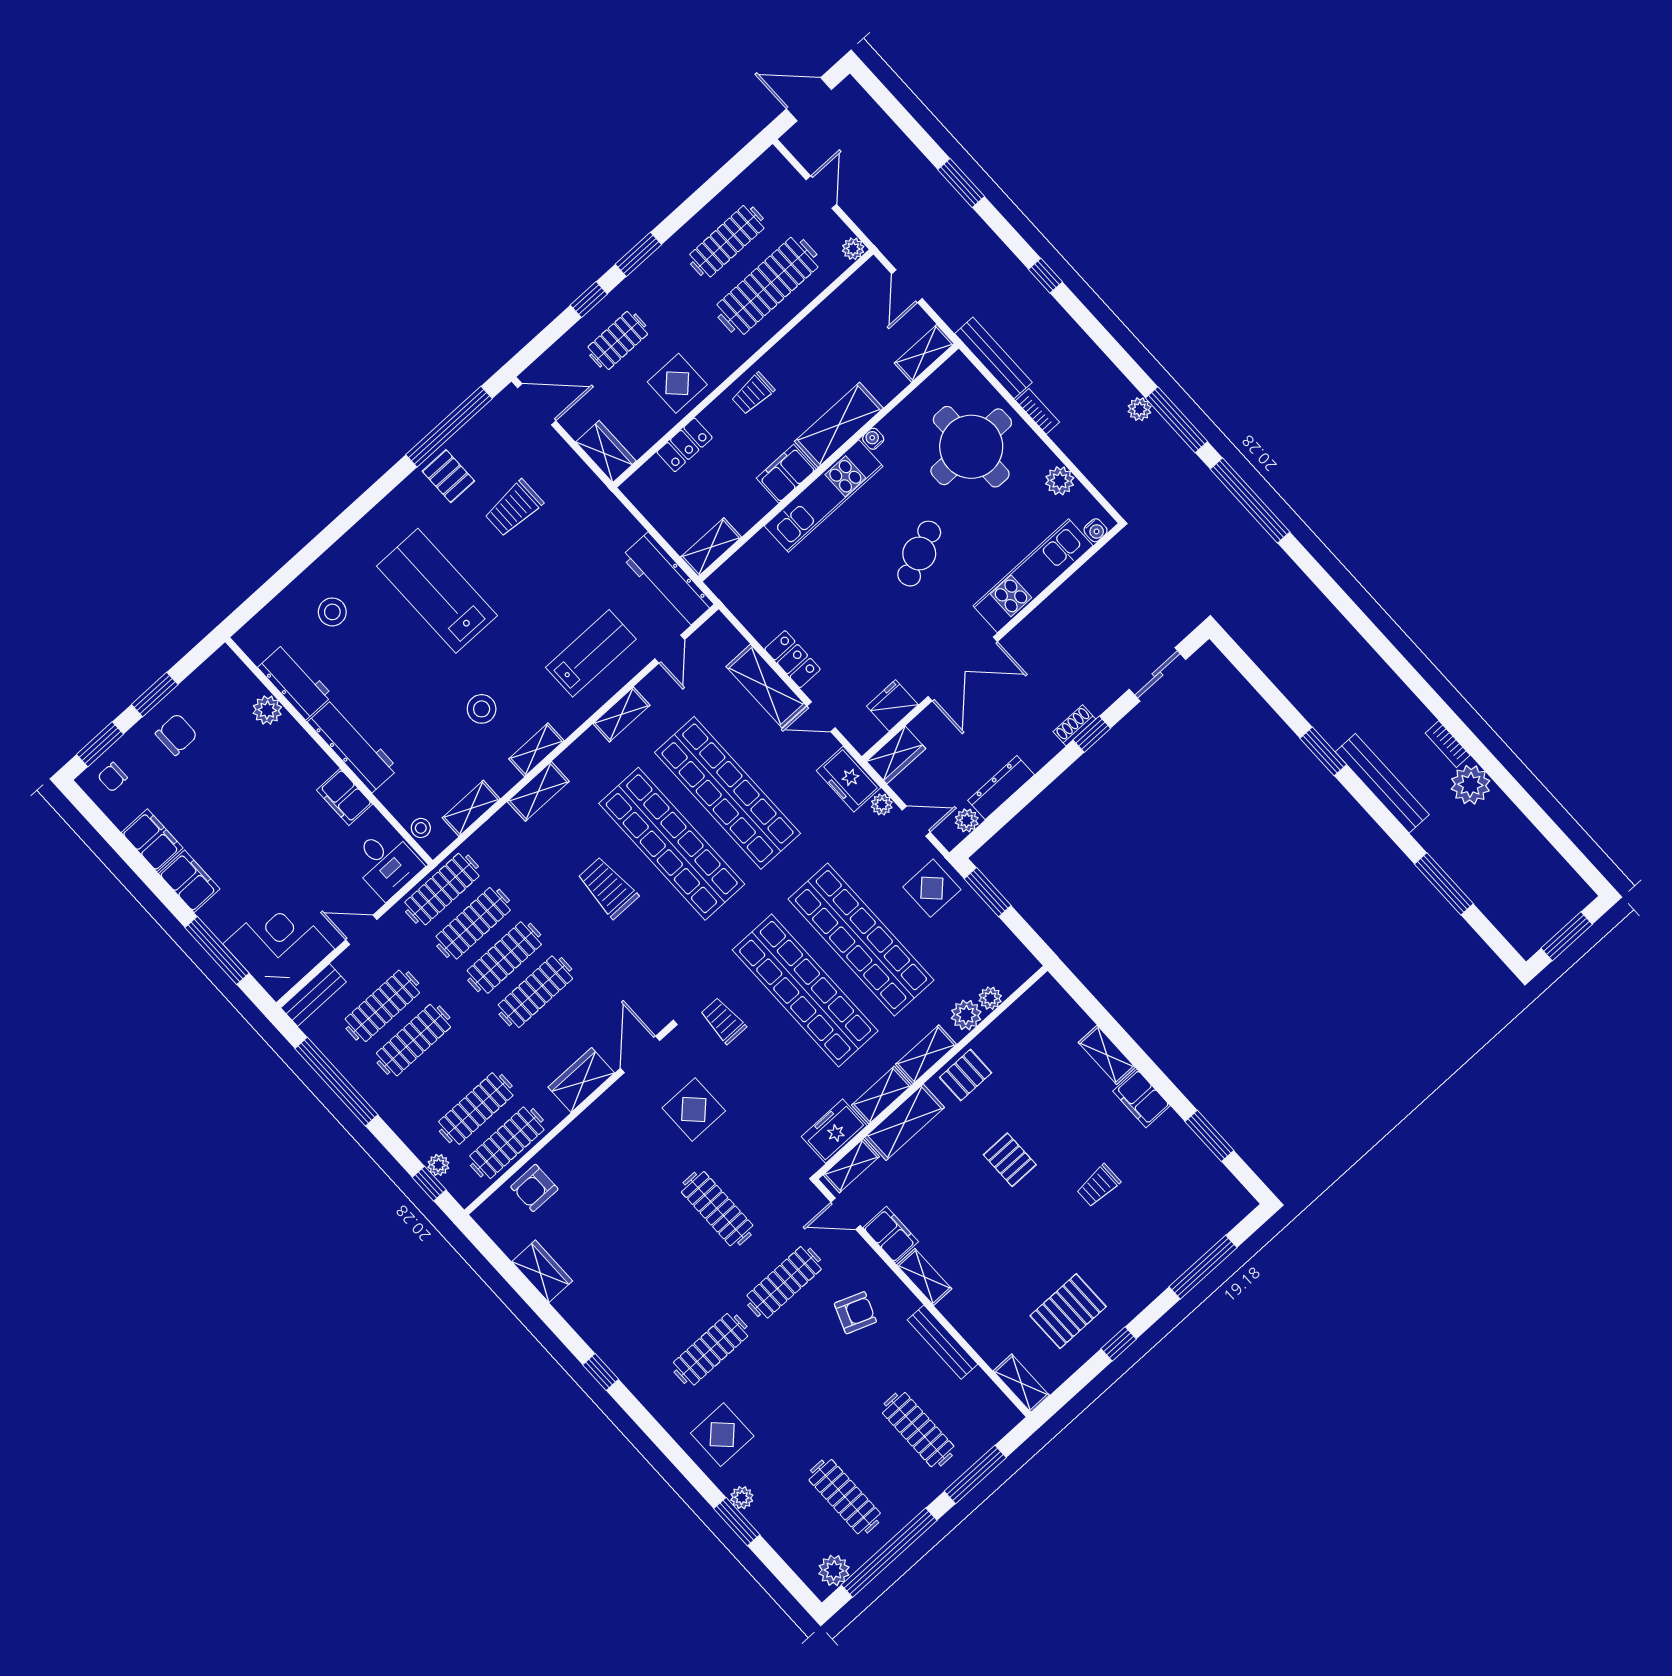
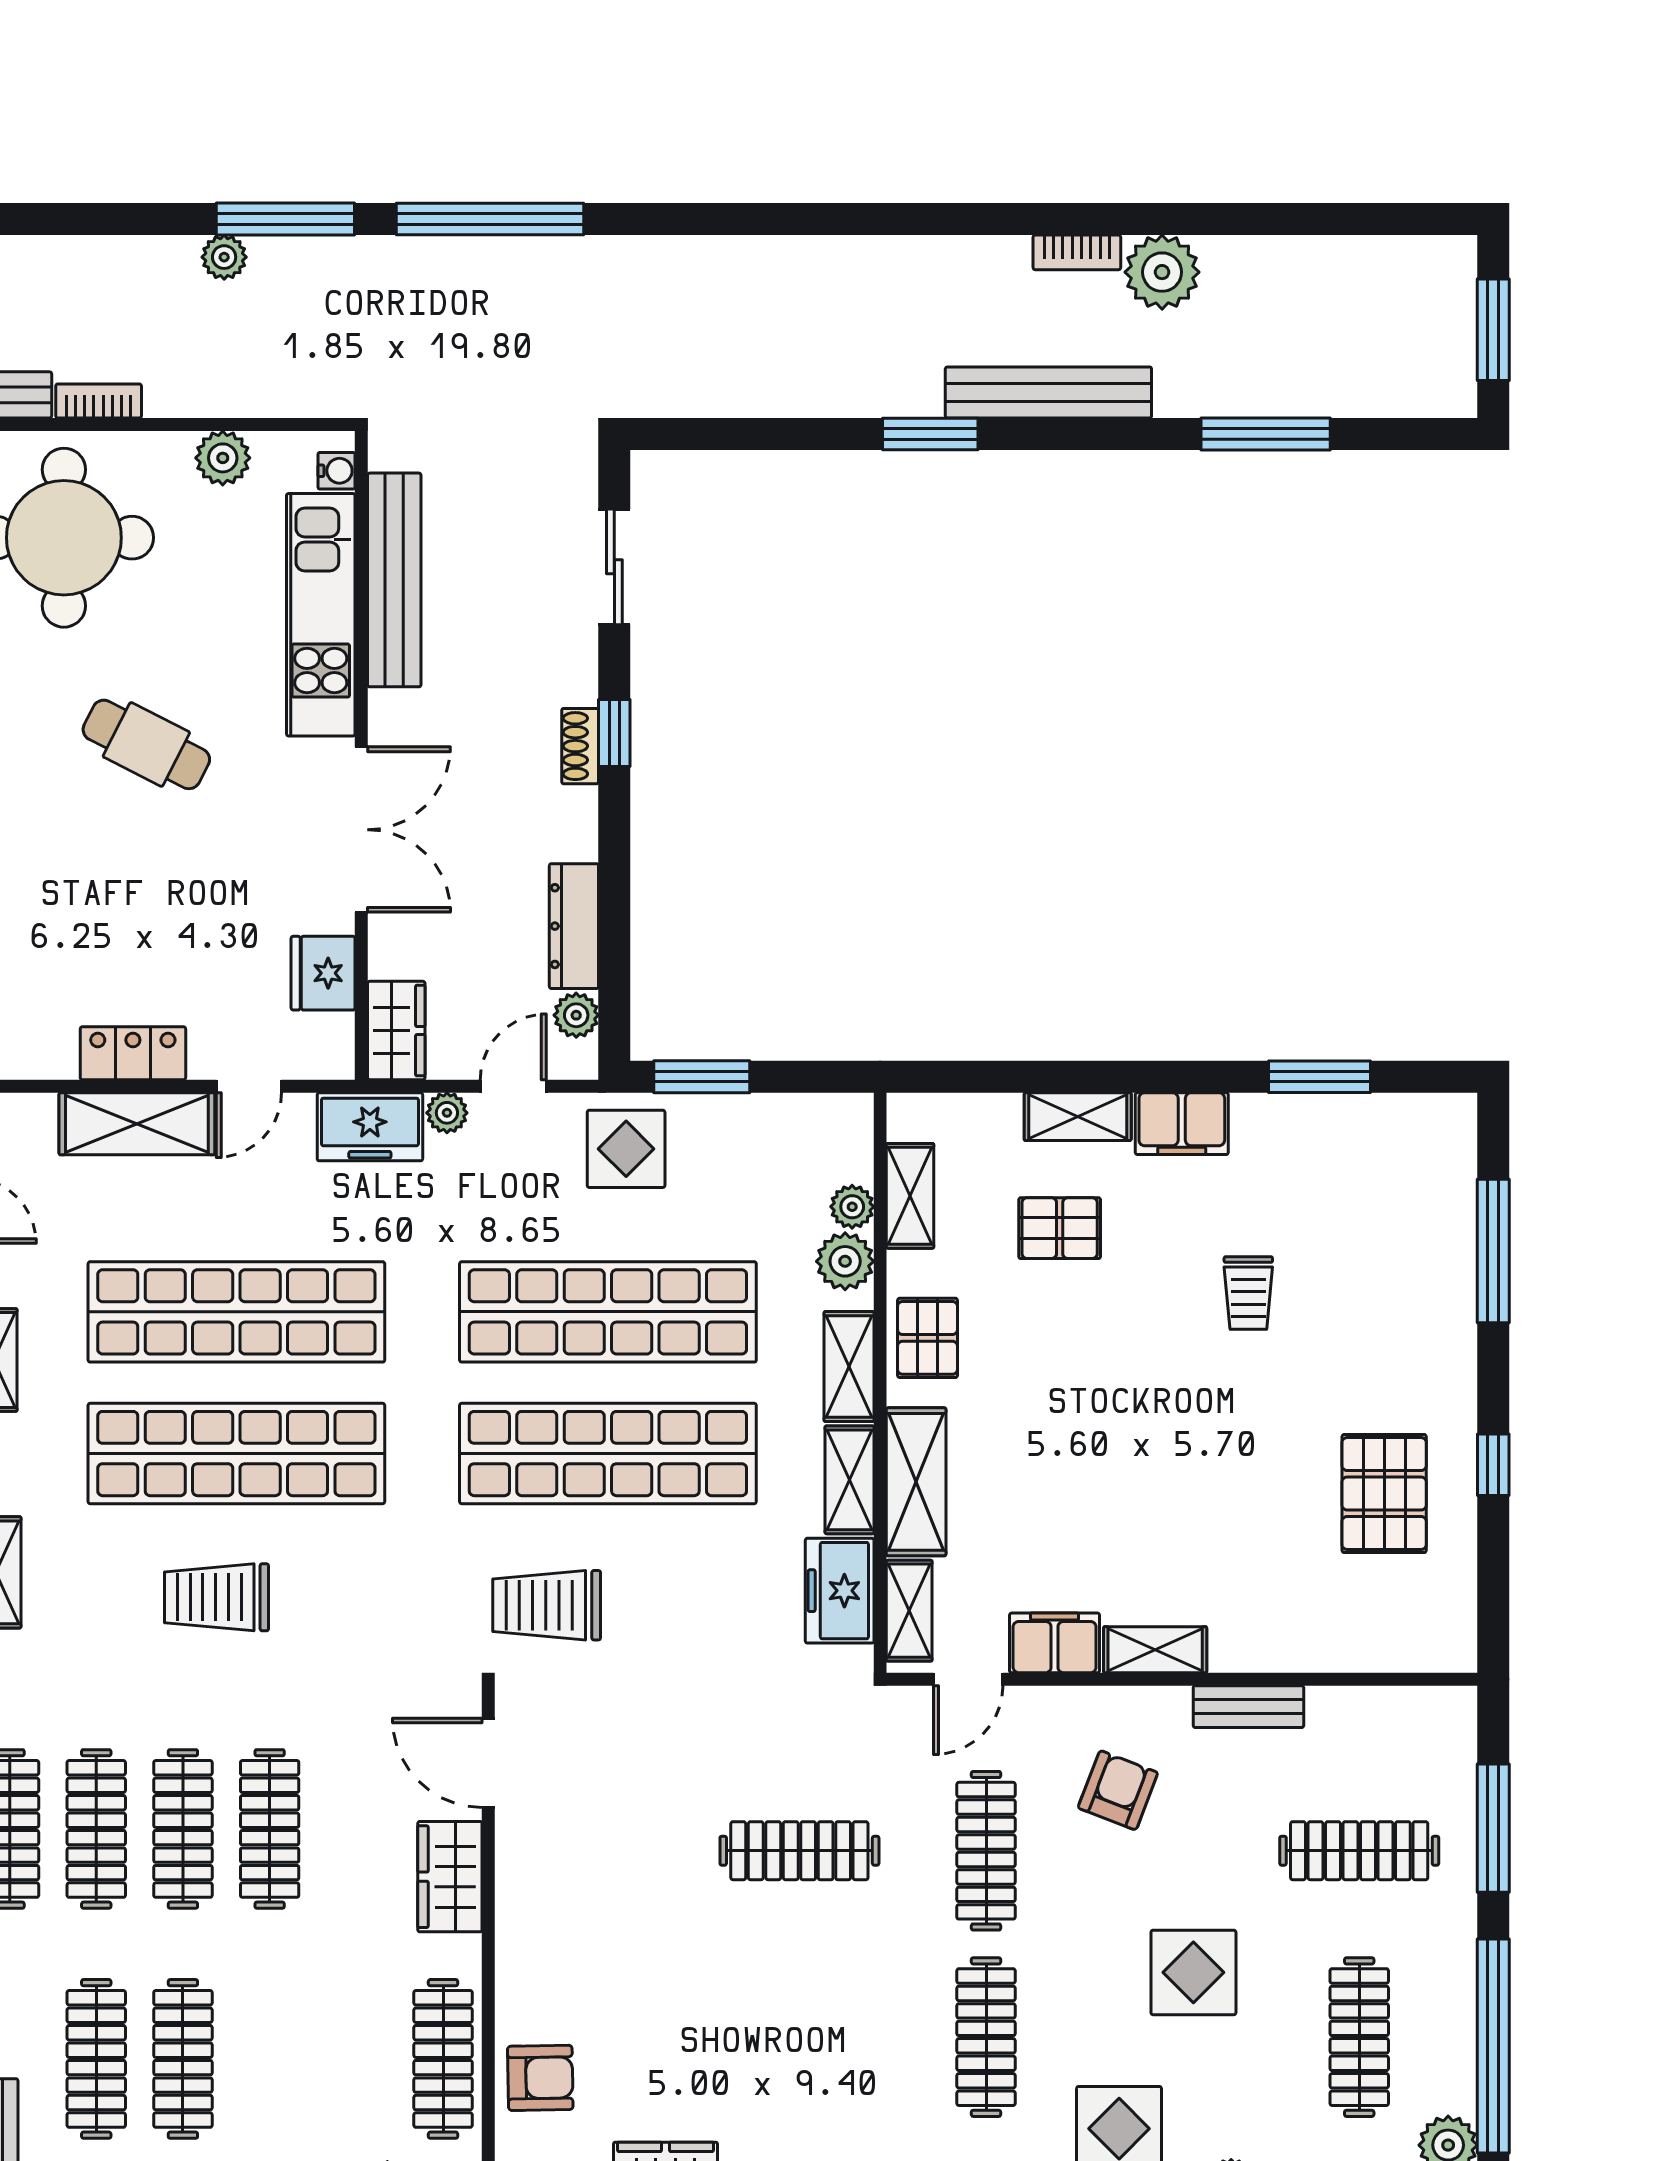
cafe table: (919, 554) -> (146, 744), turned -40
bench: (1073, 592) -> (394, 580), added
trolley: (723, 1021) -> (547, 1605), width x1.36, depth x1.39
clothes rail: (476, 1109) -> (356, 2059), removed
display table: (694, 1109) -> (1193, 1972), moved
pallet: (1010, 1160) -> (1060, 1228), moved
armchair: (534, 1188) -> (540, 2078), turned -91
bench: (942, 1342) -> (1248, 1707), width x0.73
shelving: (1021, 1383) -> (910, 1196), moved, turned 90
clothes rail: (845, 1497) -> (1359, 2037), turned 90

